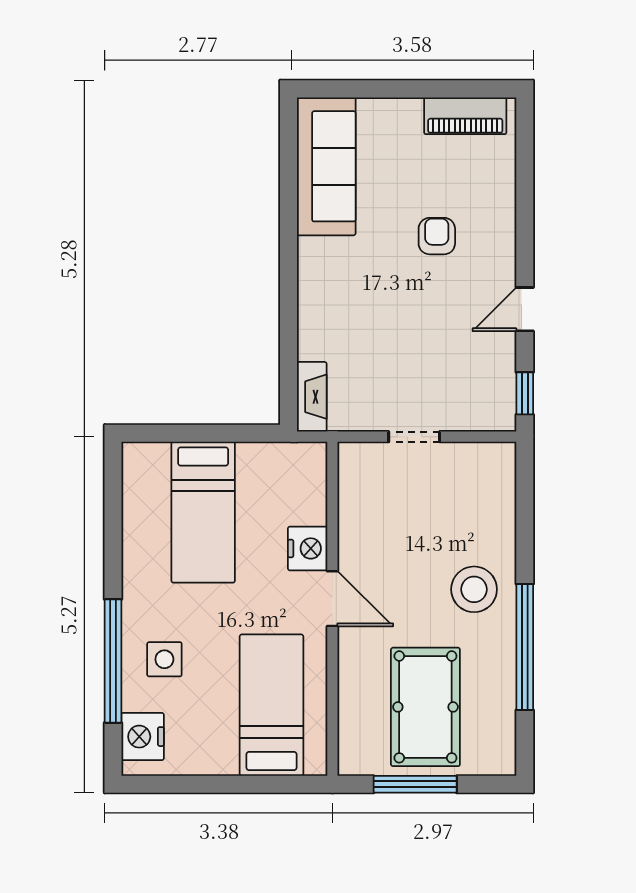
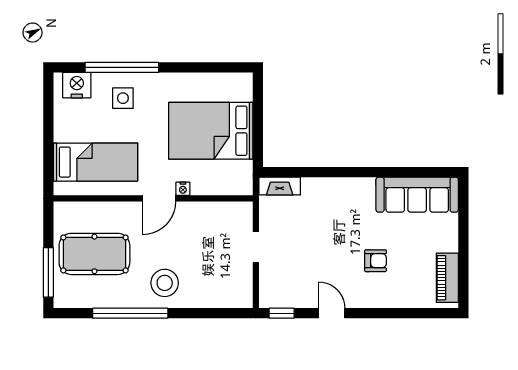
bed: (203, 512) -> (211, 131), width x1.50
nightstand: (308, 548) -> (183, 189), width x0.53, depth x0.56
window: (415, 784) -> (48, 272), moved

